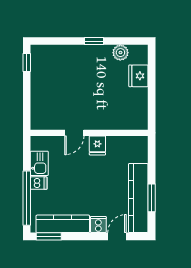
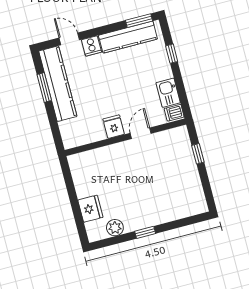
window: (27, 63) -> (198, 154), moved
dishwasher: (39, 183) -> (174, 113), moved
window: (27, 198) -> (172, 54), width x0.32
door: (117, 236) -> (69, 39), swing flipped

